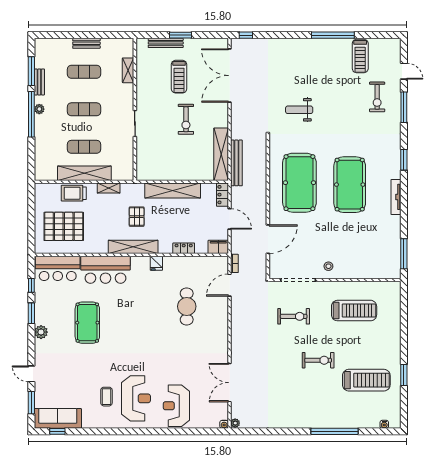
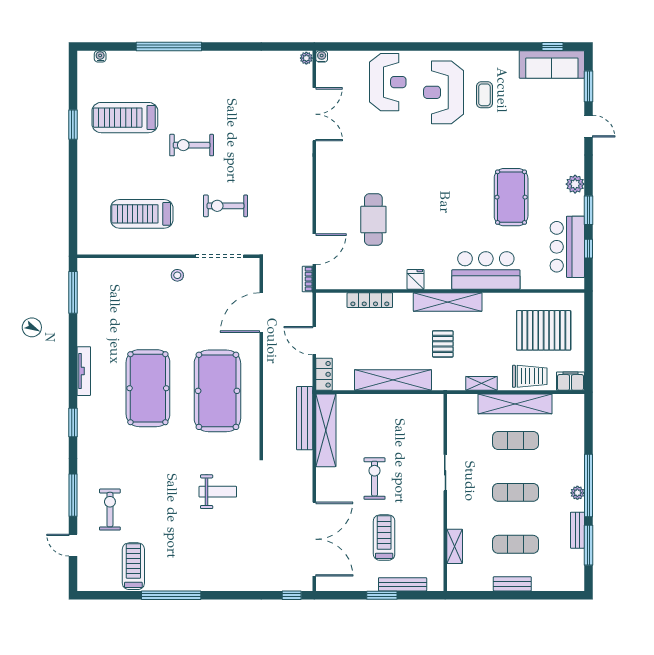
filing cabinet: (218, 247) -> (570, 381), moved, turned 180
locker: (184, 248) -> (370, 300), width x1.53
bar counter: (58, 268) -> (567, 247), moved, turned -90

